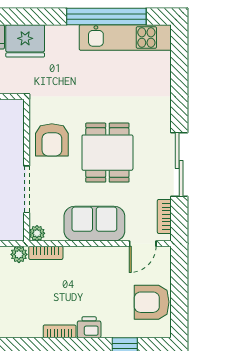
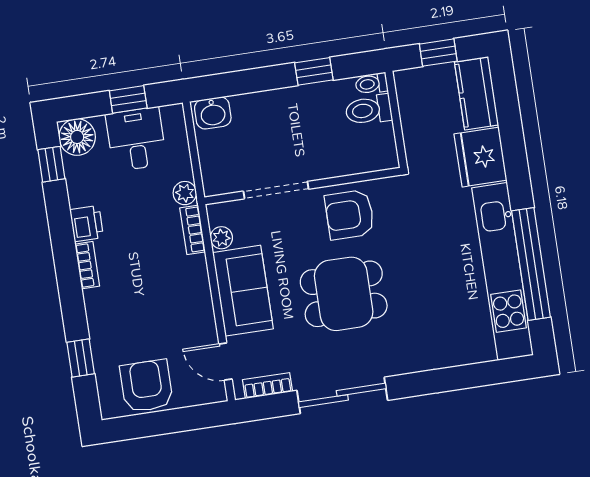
kitchen unit: (125, 38) -> (503, 271), width x1.36
plant: (37, 233) -> (221, 238), moved
printer: (89, 327) -> (87, 224), moved

